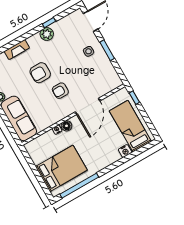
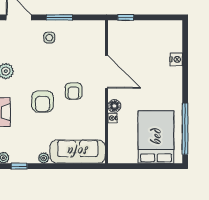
bed: (130, 126) -> (153, 39), removed

